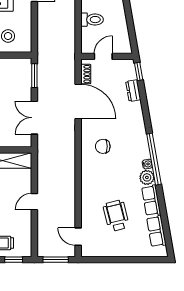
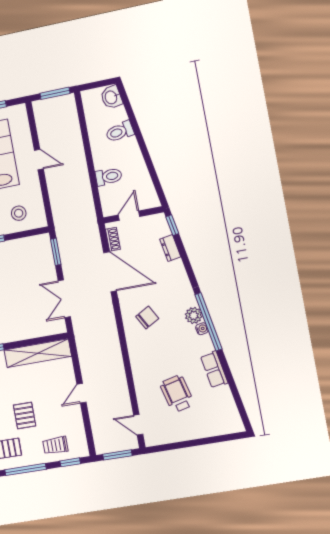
chair: (103, 146) -> (147, 318), turned 151
plant: (147, 177) -> (194, 315), moved
row of seats: (156, 231) -> (227, 404), removed

